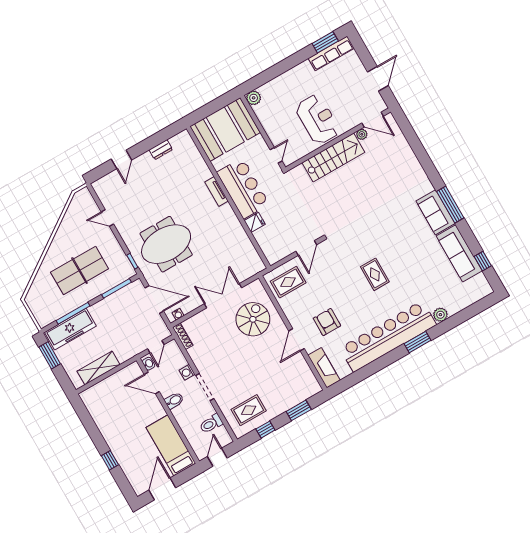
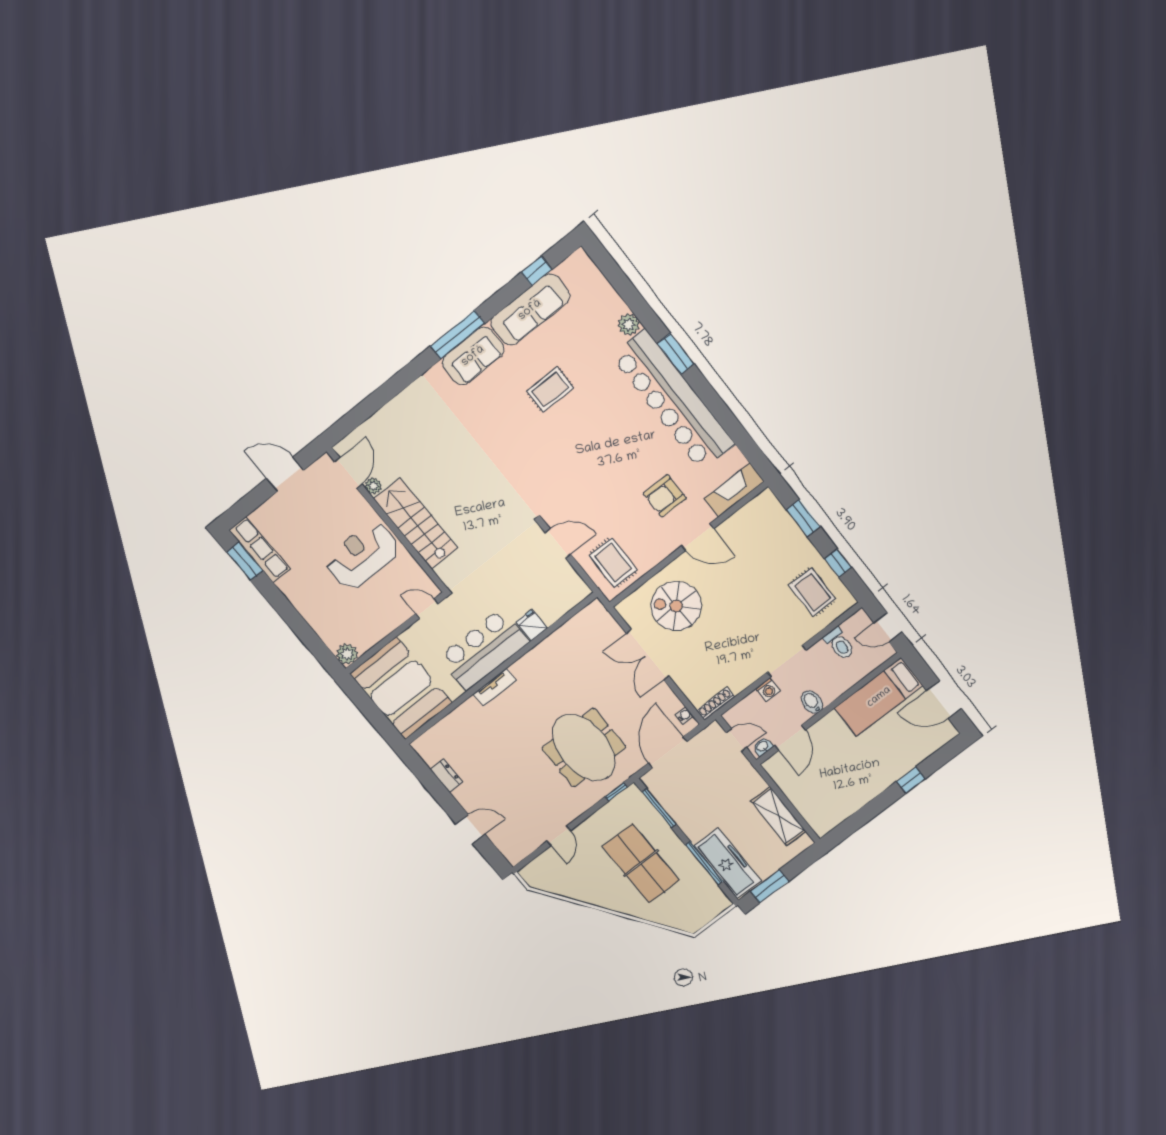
rug: (375, 274) -> (550, 389), moved

